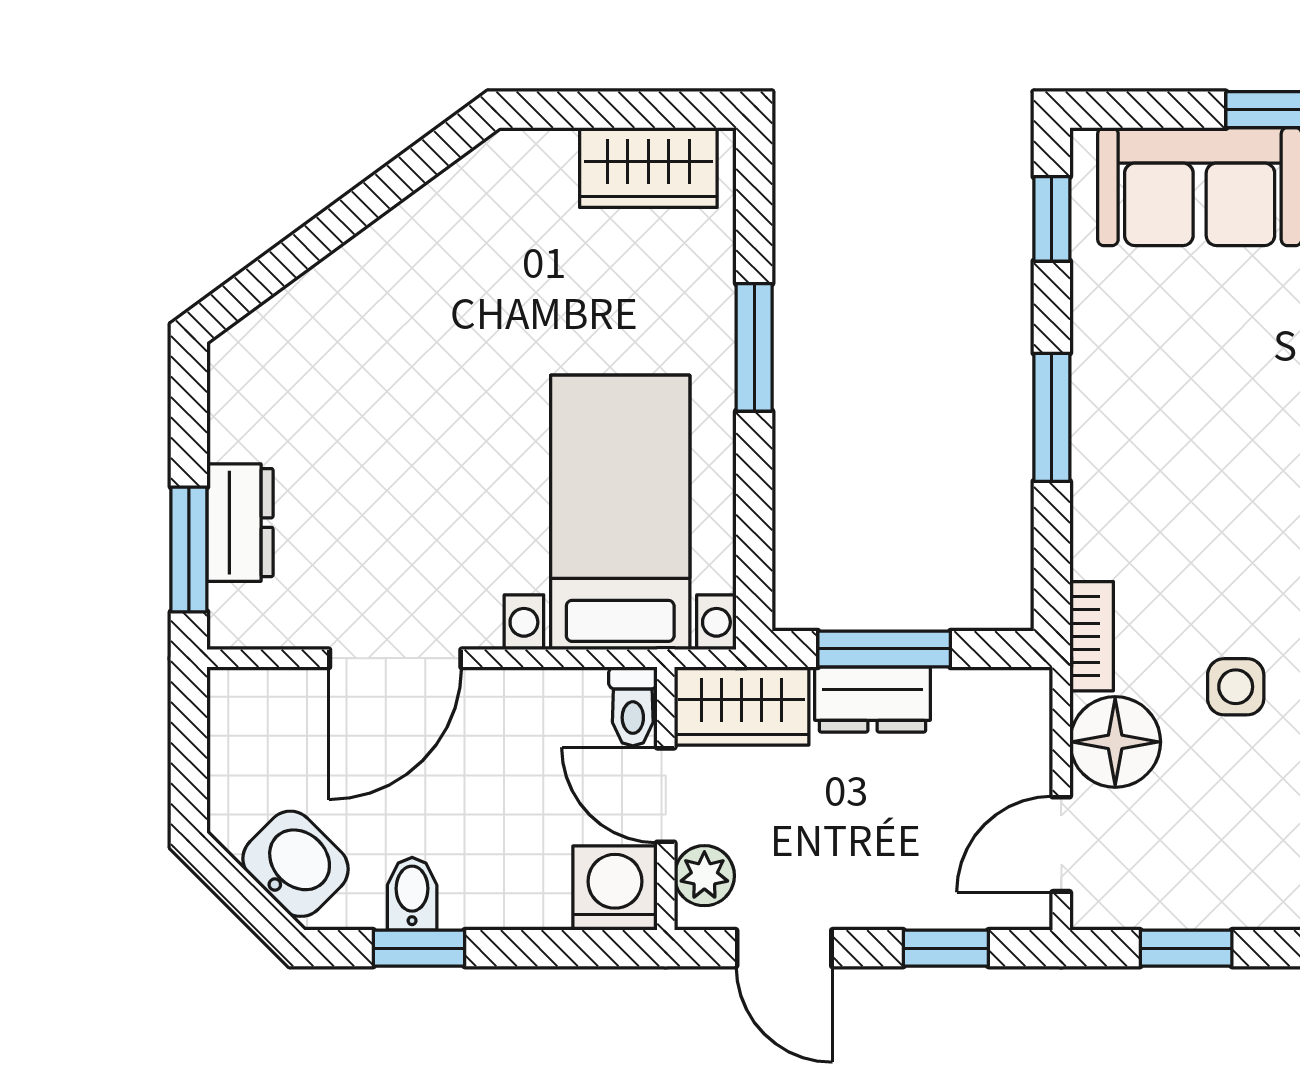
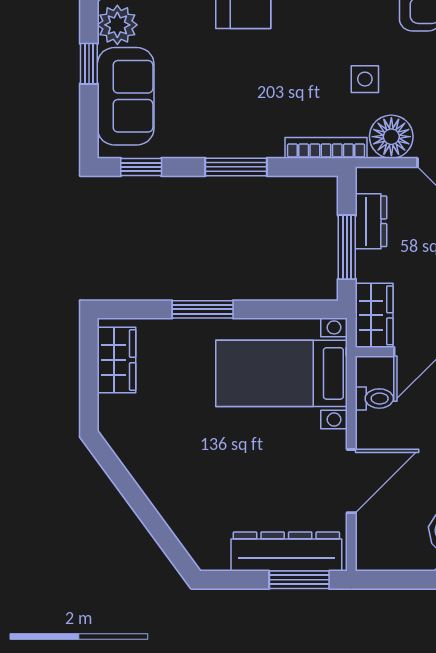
dresser: (240, 523) -> (286, 551), width x1.96, depth x1.24
bookcase: (1092, 636) -> (326, 148), width x1.56
door: (395, 658) -> (351, 481), hinge flipped
dresser: (872, 699) -> (371, 221), moved
toilet: (633, 706) -> (374, 399), moved

